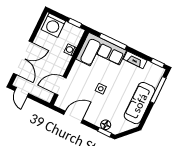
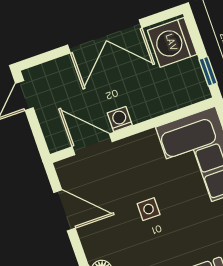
washing machine: (70, 50) -> (120, 119), moved
double door: (23, 58) -> (105, 36), moved

